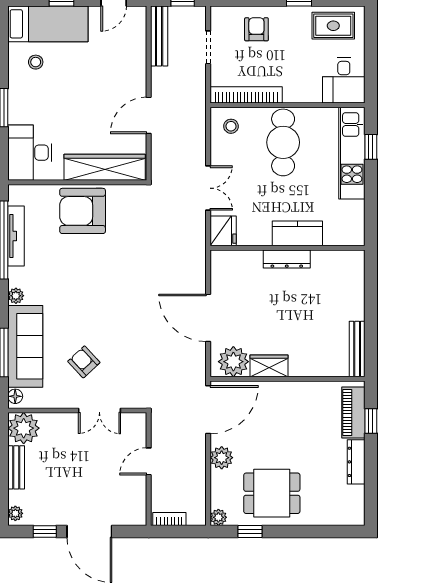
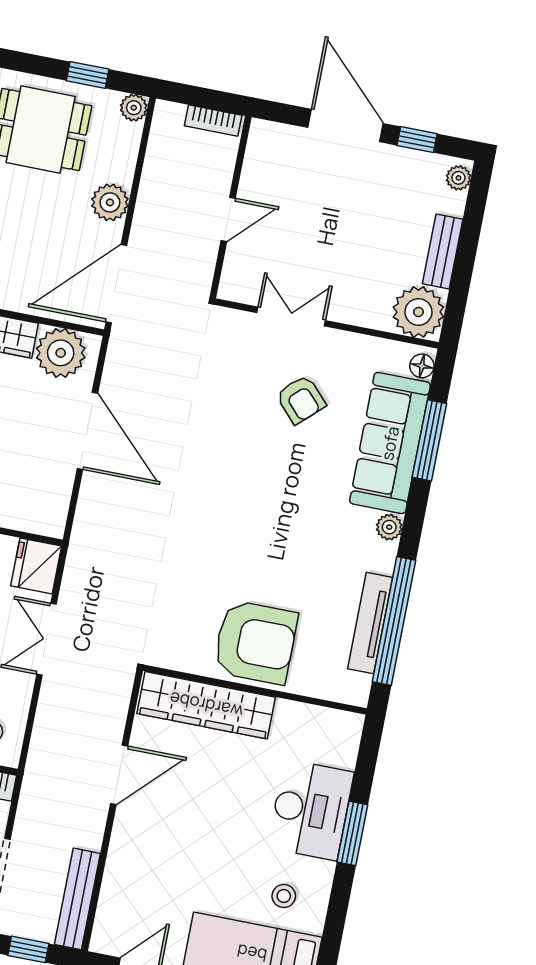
desk: (30, 153) -> (311, 810), moved

